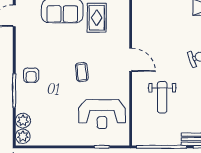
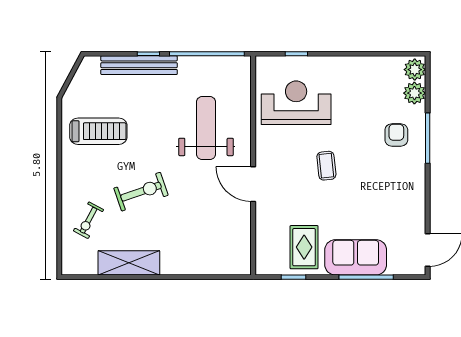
armchair: (31, 75) -> (396, 135), moved
weight bench: (162, 97) -> (206, 128), width x1.36, depth x1.33

